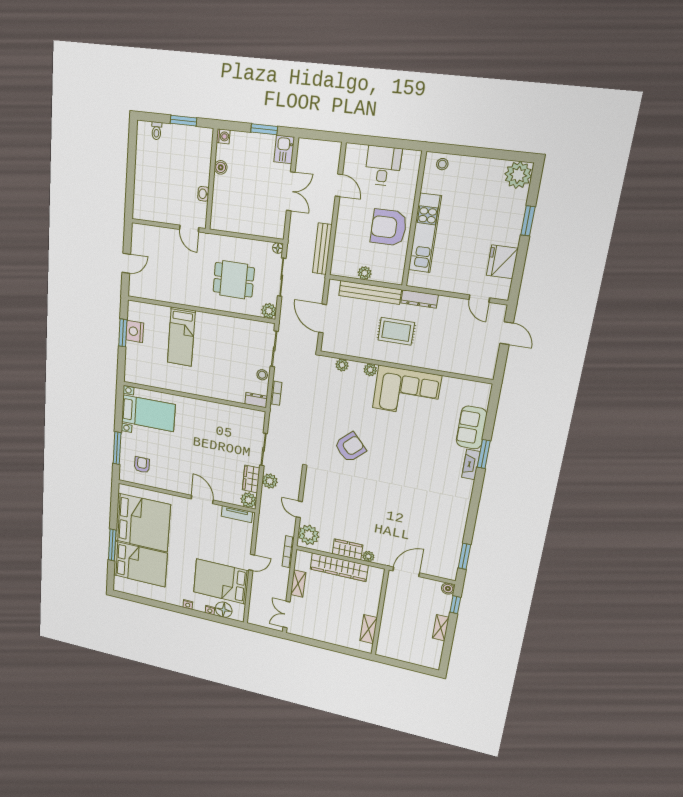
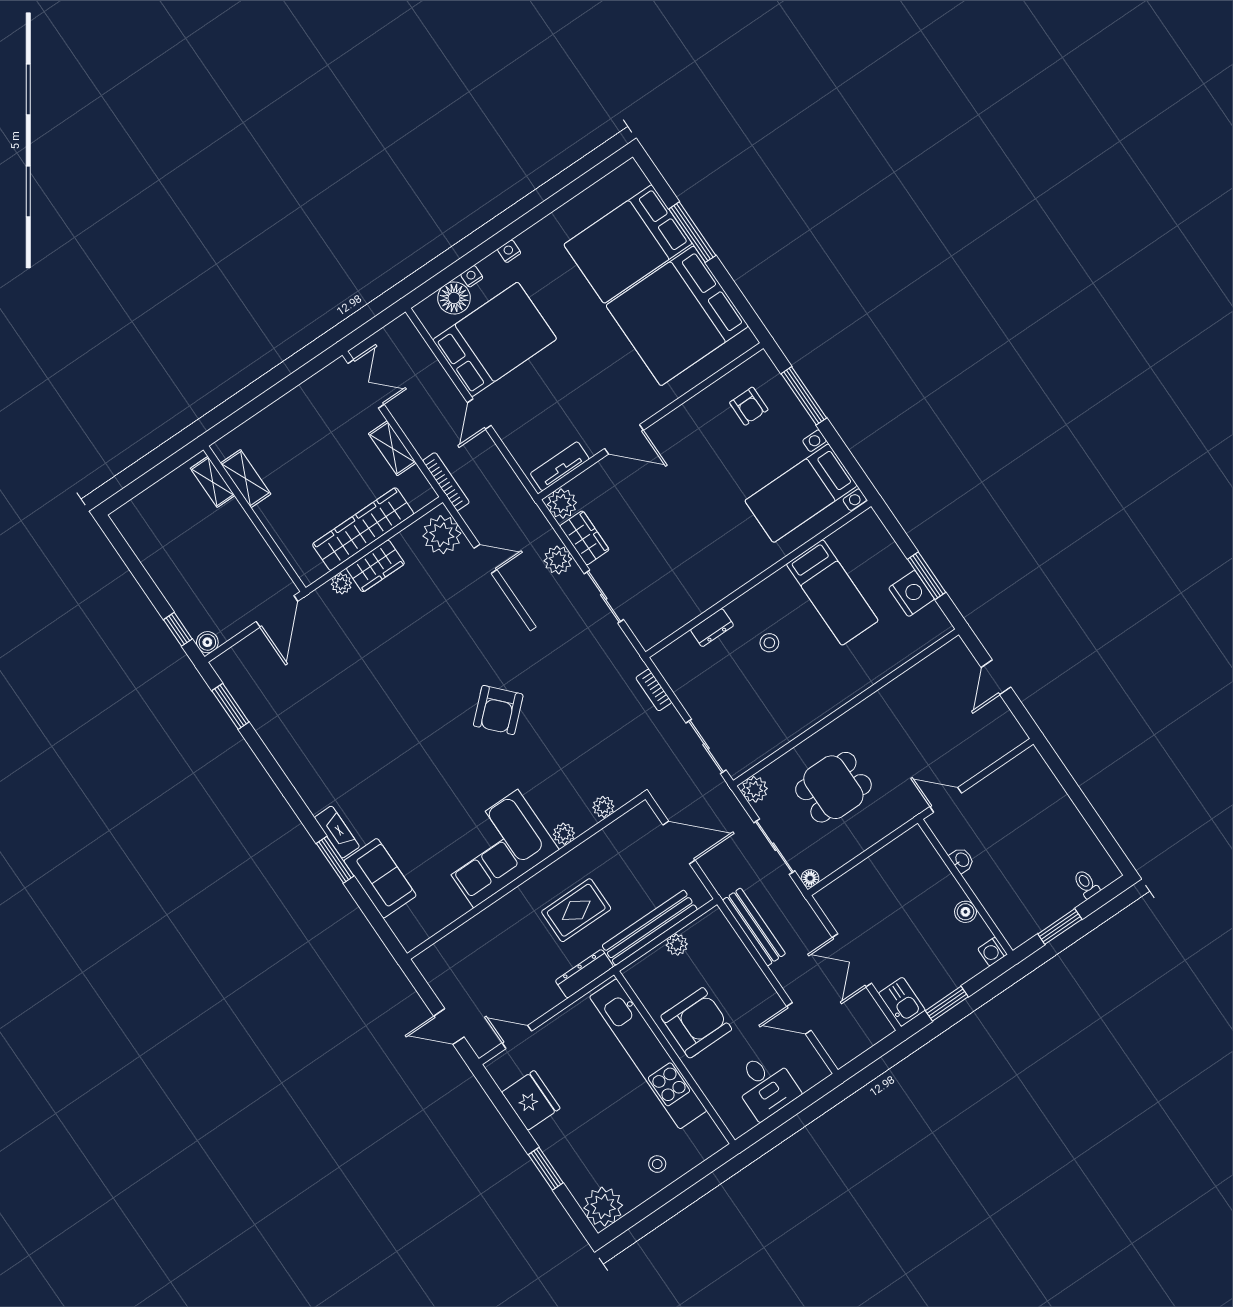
stool: (442, 164) -> (657, 1164), moved
kitchen unit: (425, 233) -> (648, 1054), width x1.36
bed: (181, 337) -> (832, 592), moved, turned 180
stool: (262, 375) -> (769, 643), moved
dresser: (256, 400) -> (712, 628), moved
shelving: (441, 628) -> (213, 482), moved

